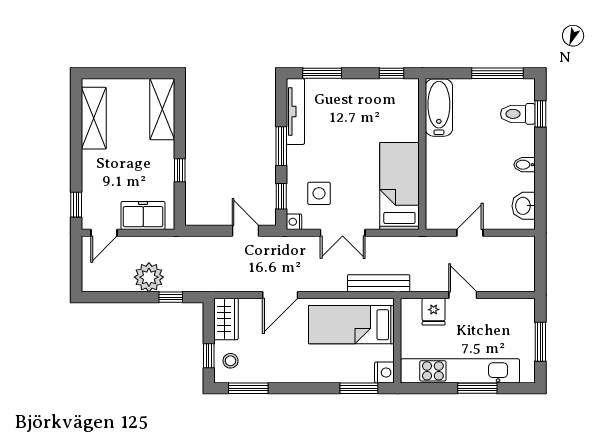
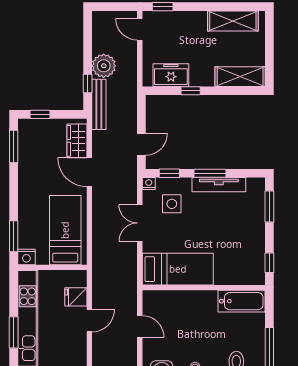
tv unit: (295, 111) -> (219, 185), moved
freezer: (143, 216) -> (171, 75), moved, turned -90
bench: (379, 283) -> (99, 104), moved
wardrobe: (226, 319) -> (77, 141), moved, turned 90
stool: (231, 361) -> (36, 132), removed

